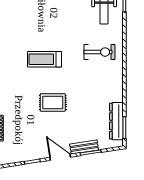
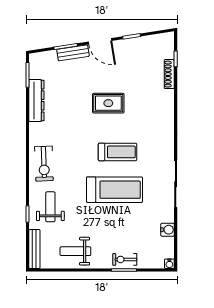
treadmill: (47, 26) -> (114, 190), added
exercise bike: (99, 52) -> (44, 164), moved, turned -92
dresser: (116, 121) -> (36, 100), moved

